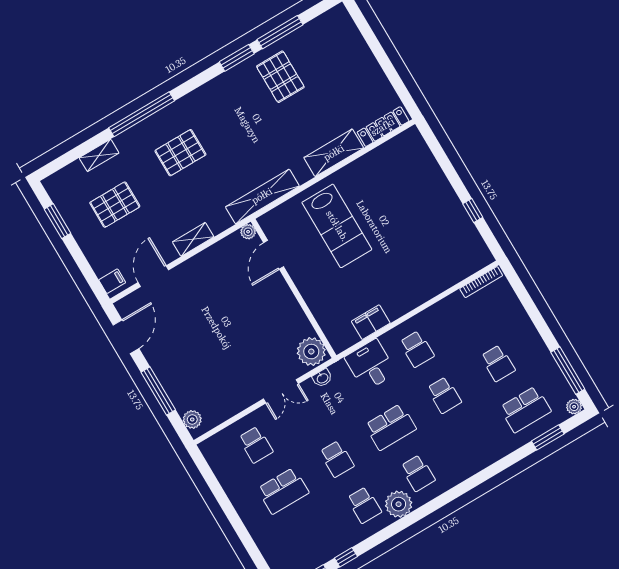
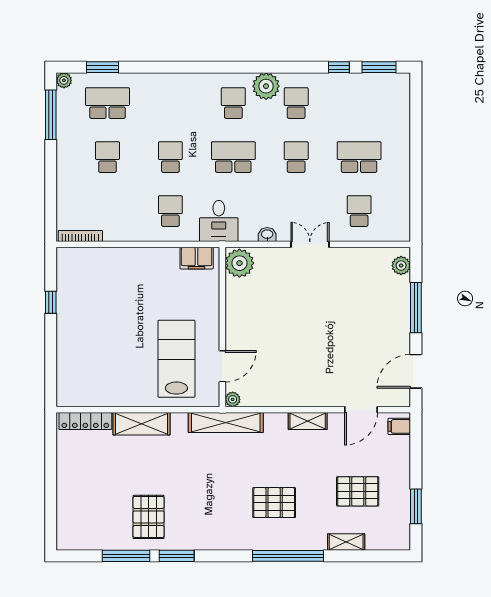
plant: (248, 232) -> (233, 399), moved
door: (274, 255) -> (222, 366), moved
wall: (294, 288) -> (222, 327), moved
plant: (311, 352) -> (239, 263), moved

